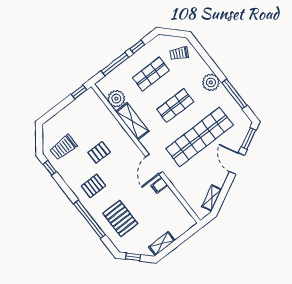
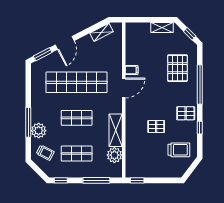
window: (137, 47) -> (61, 180), moved
plant: (211, 82) -> (39, 131), moved
window: (234, 94) -> (28, 122), moved
window: (50, 168) -> (200, 128), moved
pallet: (93, 186) -> (186, 113), moved

